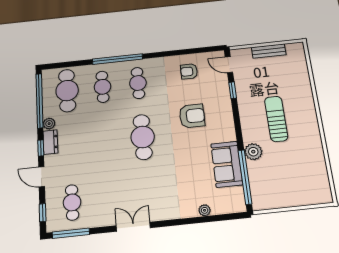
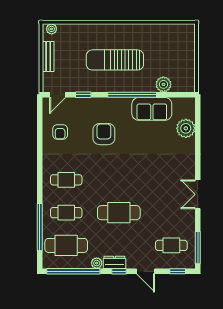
plant: (299, 51) -> (52, 29), added
window: (117, 59) -> (40, 227), moved
sun lounger: (276, 119) -> (115, 60), width x1.36, depth x1.34
cafe table: (143, 137) -> (119, 213), moved
plant: (253, 152) -> (163, 84), moved
door: (42, 177) -> (146, 271), hinge flipped
window: (245, 177) -> (132, 95), moved
plant: (205, 210) -> (186, 128), width x1.87, depth x1.87

